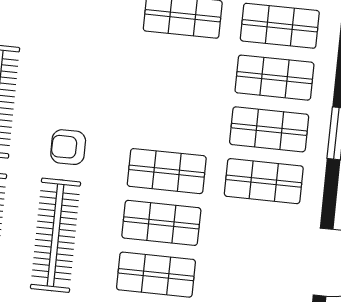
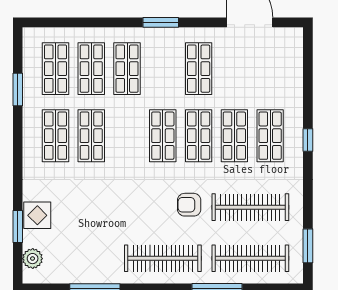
shop shelf: (269, 129) -> (163, 136), moved
armchair: (68, 147) -> (189, 205), turned 90

